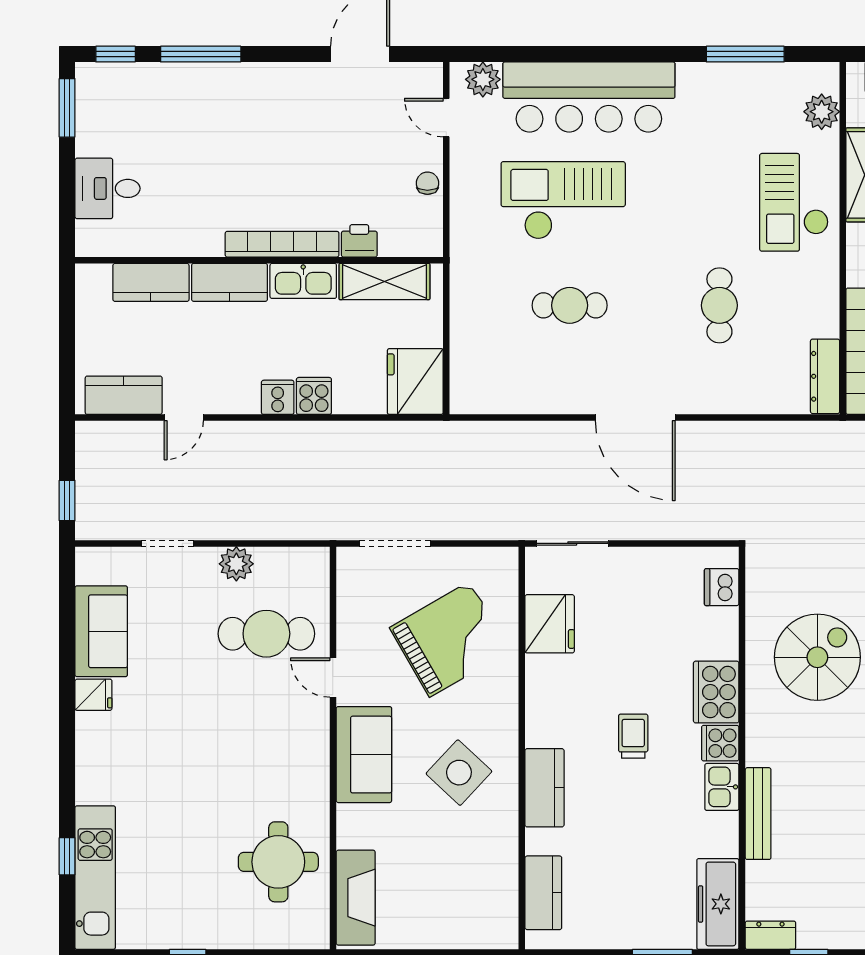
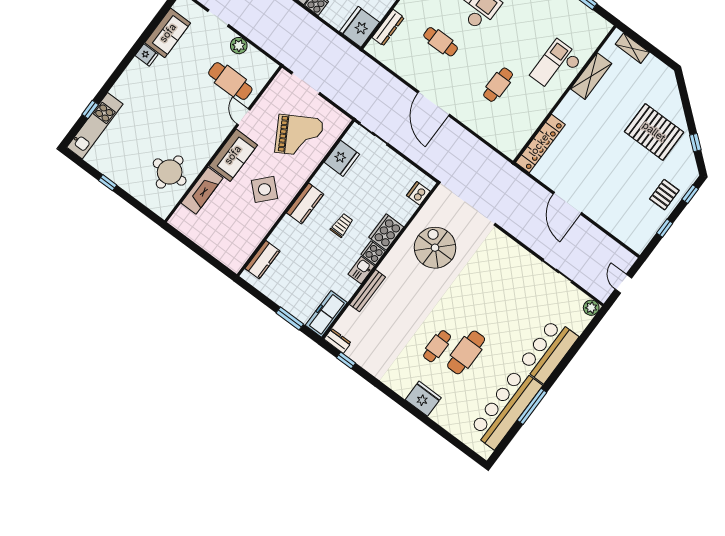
plant: (822, 112) -> (593, 40), removed
dresser: (825, 376) -> (388, 28), moved, turned 180
spiral stairs: (817, 657) -> (435, 248), turned -90
kitchen counter: (544, 788) -> (305, 203), moved
fireplace: (356, 898) -> (202, 191), moved

